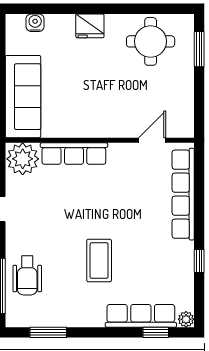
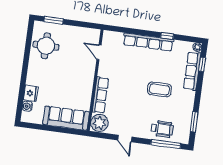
fridge: (90, 26) -> (31, 93), moved
row of seats: (183, 194) -> (148, 42), moved

